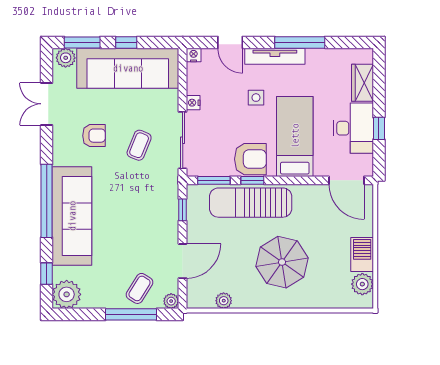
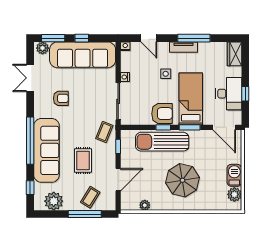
tv unit: (275, 56) -> (184, 47), width x0.71
wardrobe: (362, 83) -> (235, 54), moved
coffee table: (139, 145) -> (104, 132), moved
window: (214, 180) -> (190, 127), moved
rug: (128, 232) -> (83, 160), added
plant: (67, 294) -> (54, 201), moved
plant: (171, 301) -> (111, 205), removed

